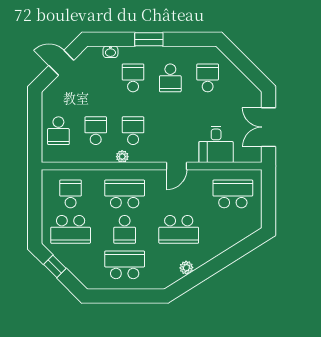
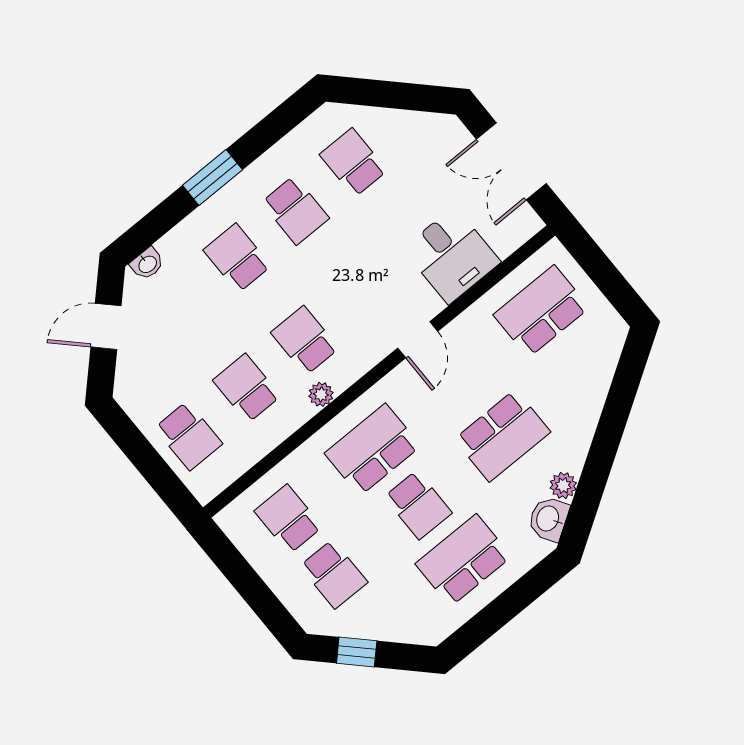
washbasin: (110, 52) -> (147, 264), moved
school desk: (71, 229) -> (334, 574), width x0.54
washbasin: (170, 276) -> (549, 519), added

